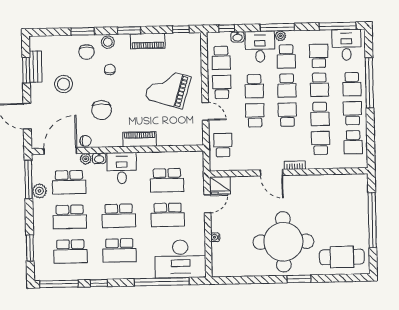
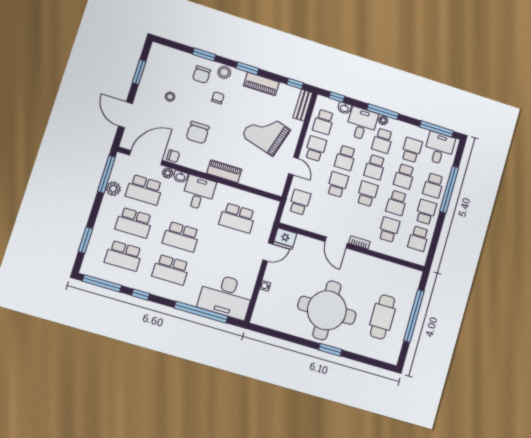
bench: (36, 67) -> (303, 105), moved
stool: (64, 84) -> (170, 97), width x0.53, depth x0.53
school desk: (168, 215) -> (228, 251), removed
cafe table: (342, 257) -> (382, 317), moved, turned 90

